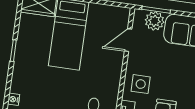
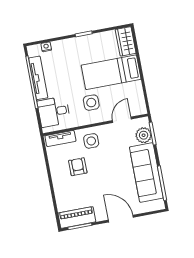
door: (128, 40) -> (122, 120), hinge flipped
side table: (96, 69) -> (91, 103), added

